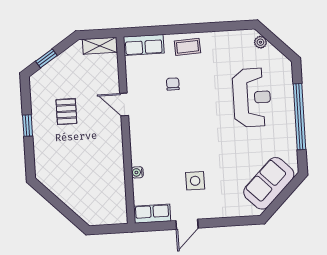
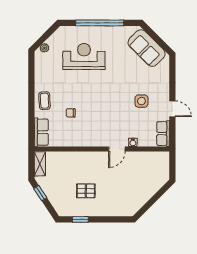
window: (46, 58) -> (40, 193), moved
door: (124, 105) -> (117, 149), moved
window: (28, 126) -> (80, 219), moved

